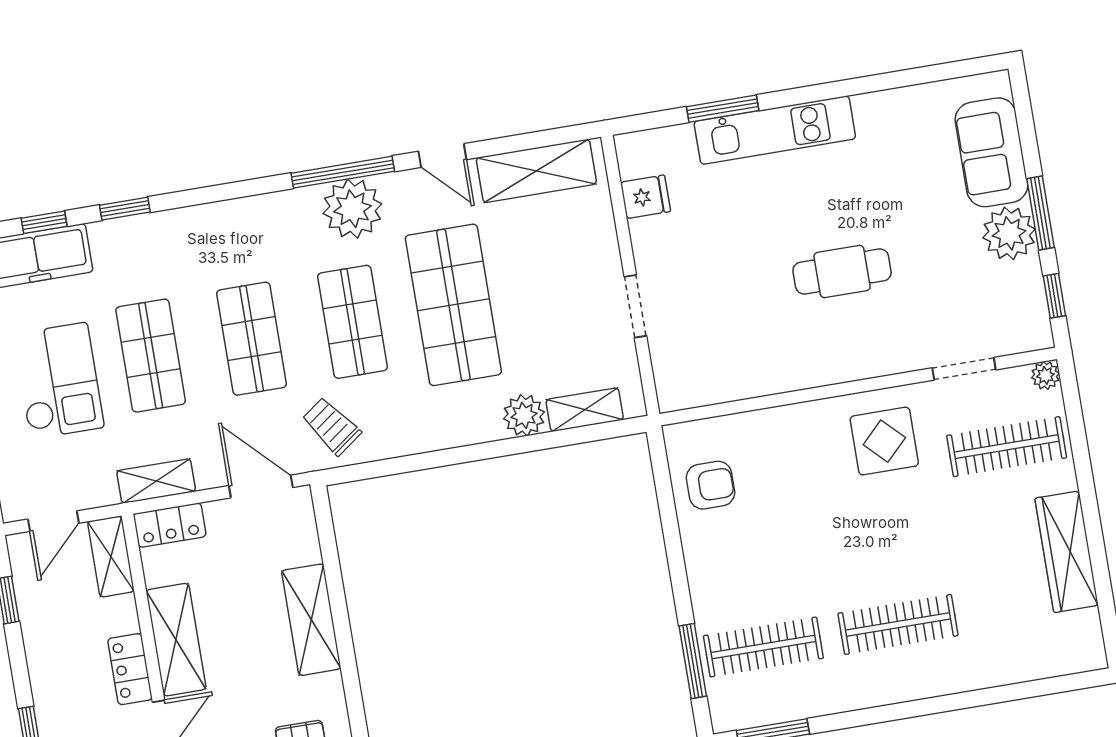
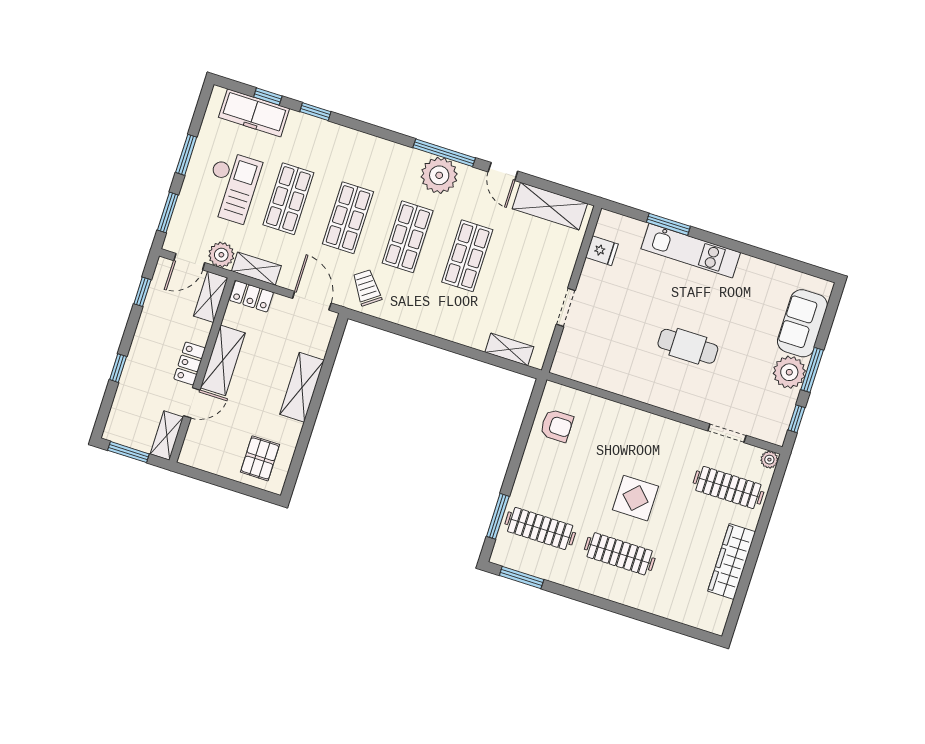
shop shelf: (453, 305) -> (467, 256), width x0.70, depth x0.74
plant: (524, 415) -> (221, 255), moved
display table: (884, 441) -> (636, 498), moved

